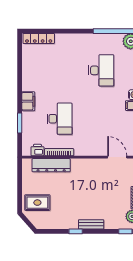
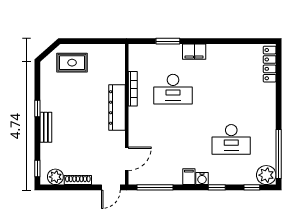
printer: (37, 150) -> (135, 63), removed
dresser: (51, 165) -> (117, 107), moved
rug: (37, 203) -> (72, 63), turned 90

